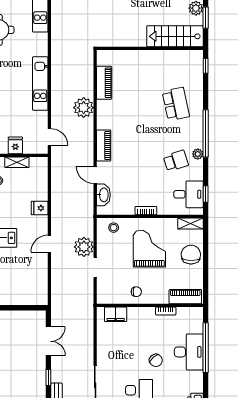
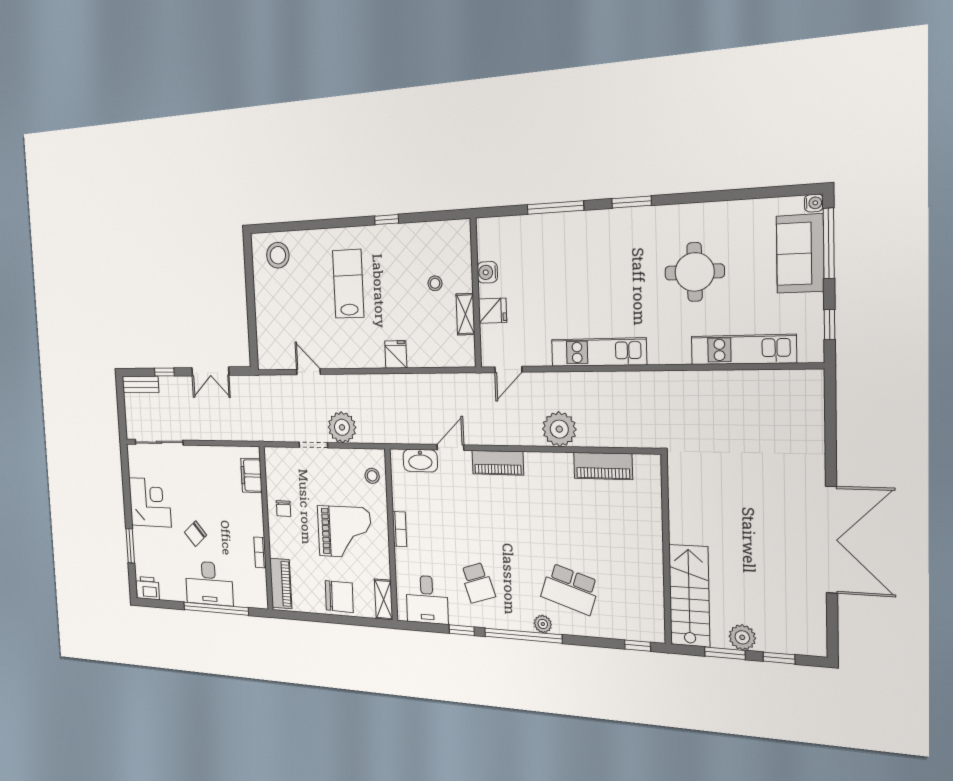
school desk: (176, 104) -> (570, 589), turned 30
plant: (198, 154) -> (543, 624), moved
window: (206, 194) -> (462, 630), moved
door: (49, 244) -> (308, 372), moved

